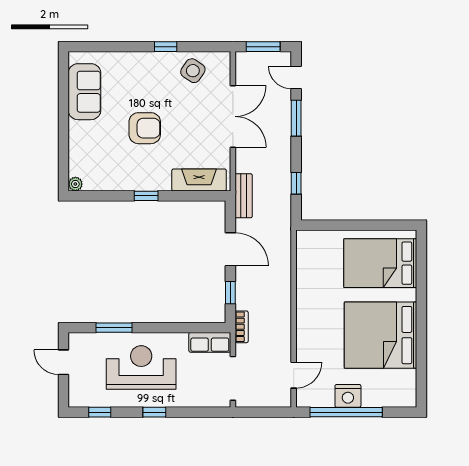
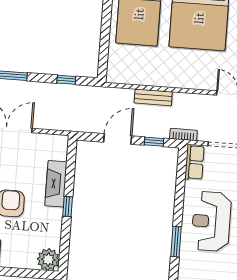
fireplace: (199, 180) -> (56, 184), moved
plant: (75, 184) -> (48, 259), width x1.87, depth x1.87
bench: (244, 196) -> (153, 97), moved

